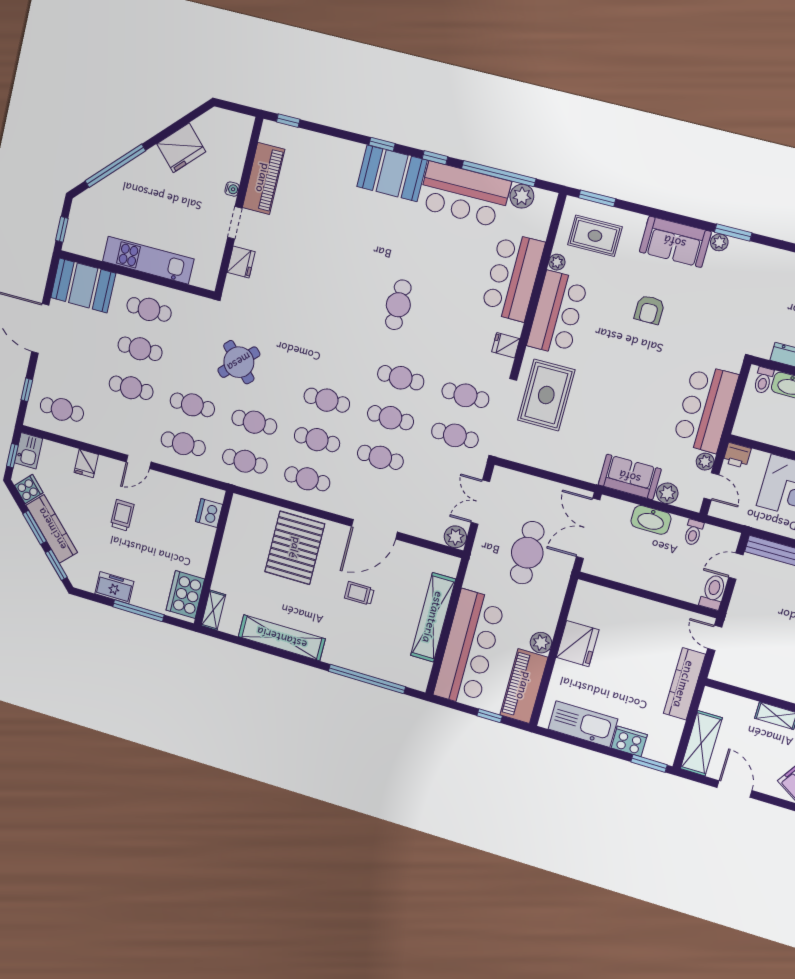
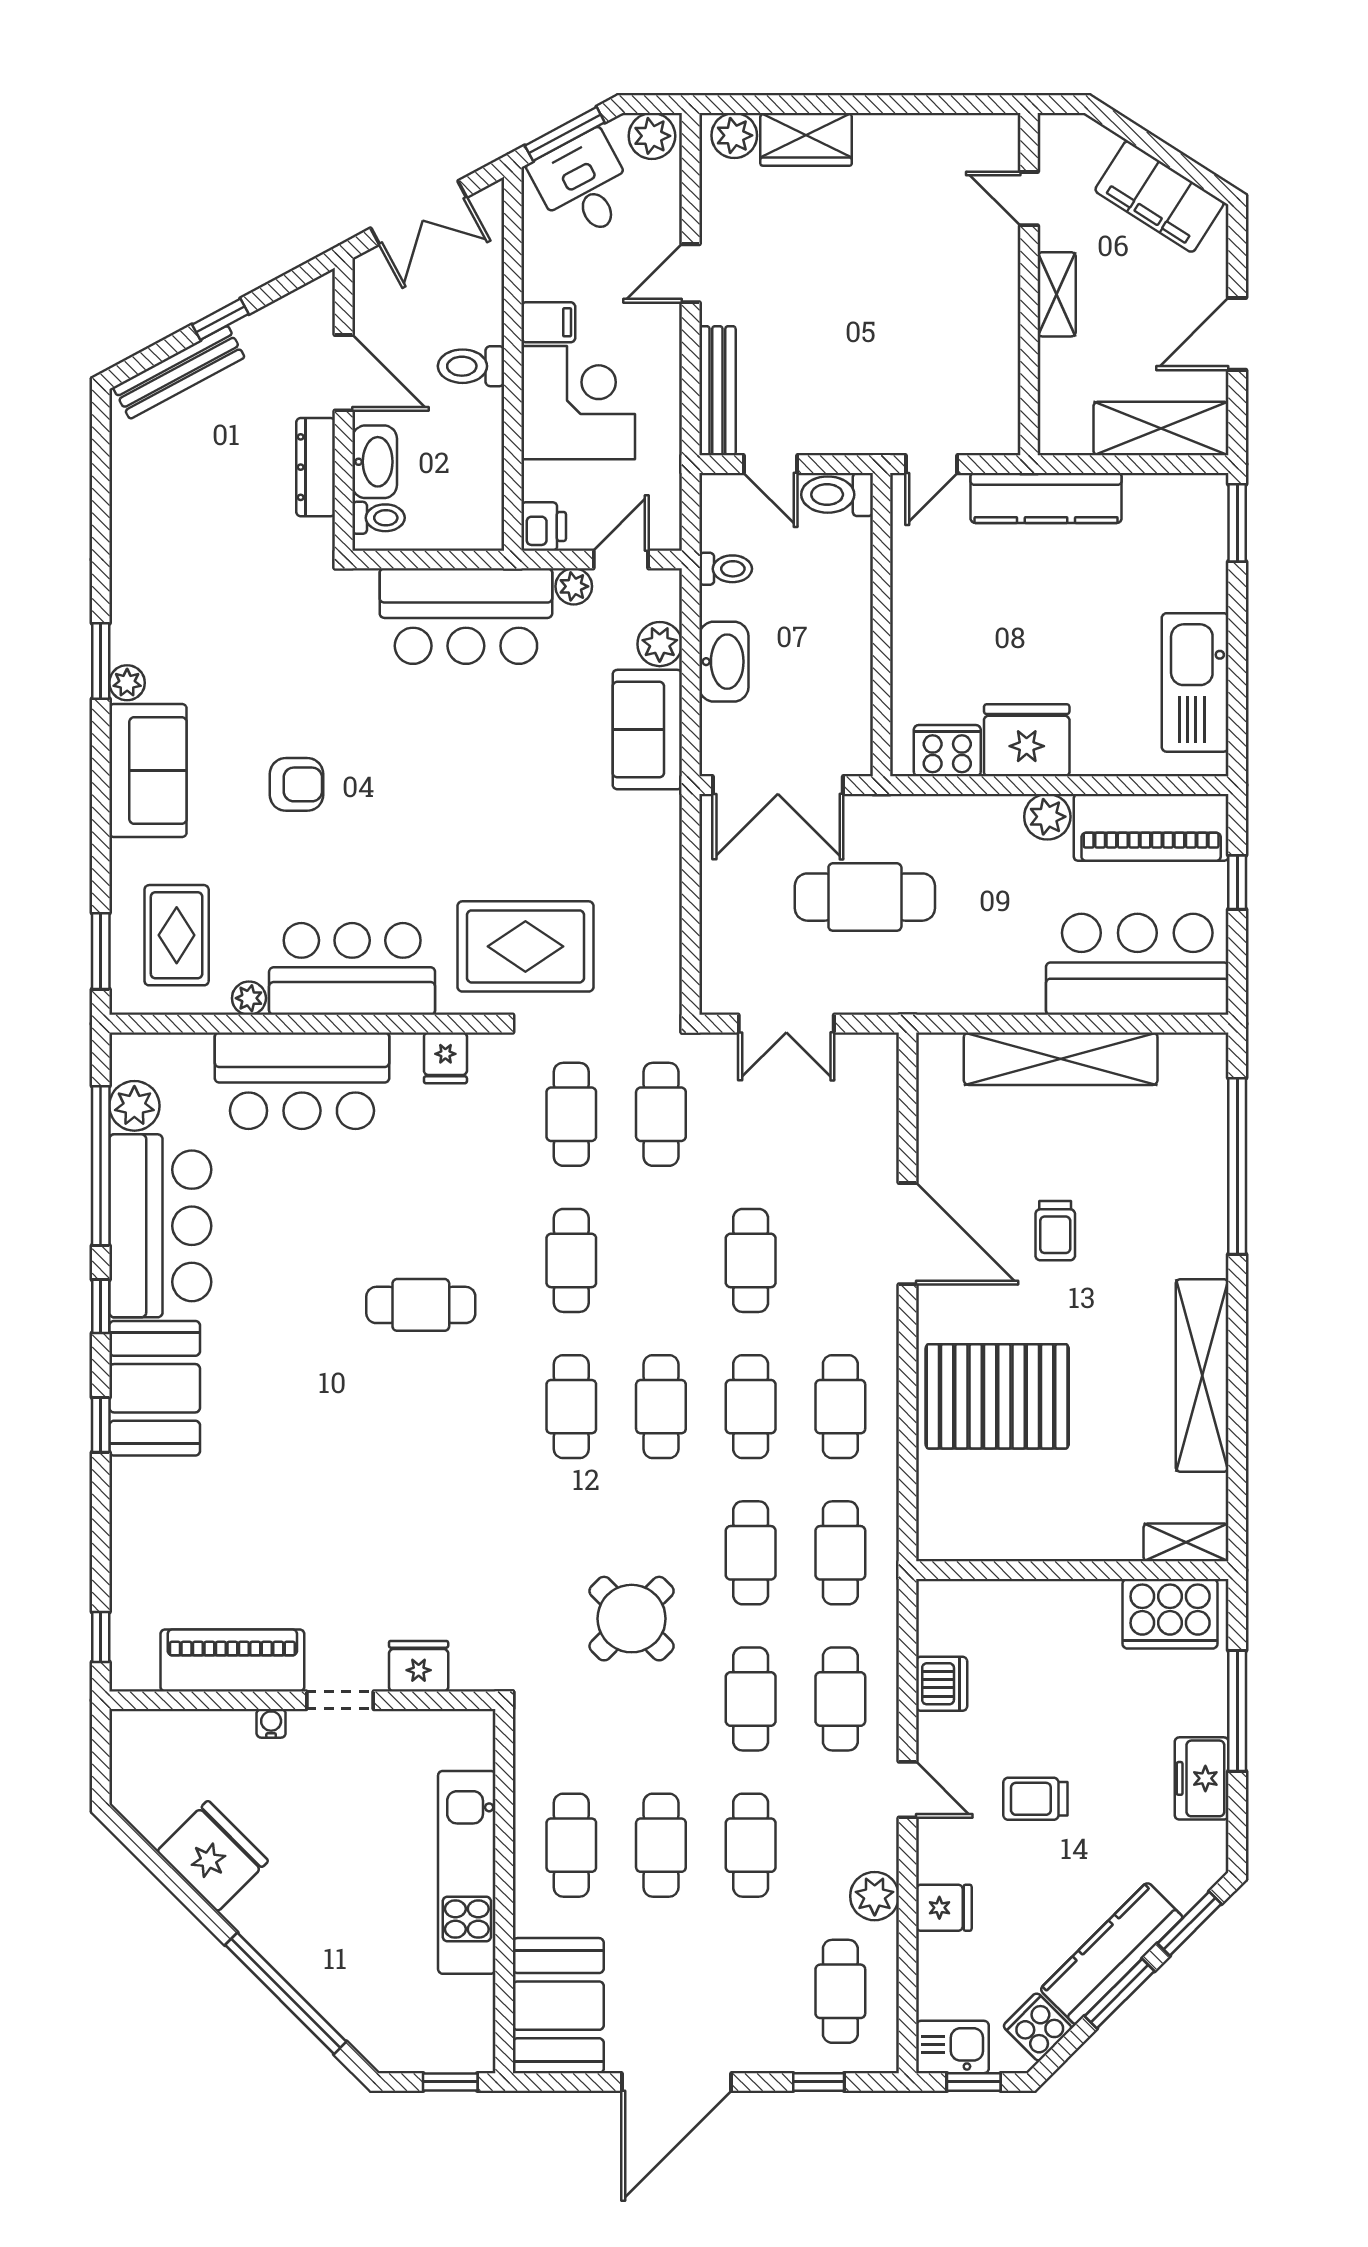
cafe table: (390, 418) -> (571, 1407), moved
dishwasher: (209, 513) -> (942, 1684), moved, turned -90
plant: (455, 537) -> (875, 1896), moved
bar counter: (469, 648) -> (1137, 964), width x0.73
cooker: (629, 741) -> (947, 751), moved, turned 90

